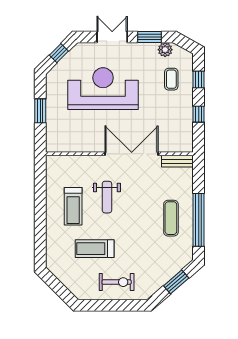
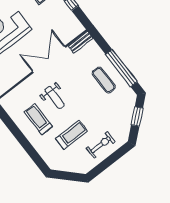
treadmill: (73, 206) -> (38, 119), turned 180
treadmill: (95, 249) -> (71, 135), turned 180

